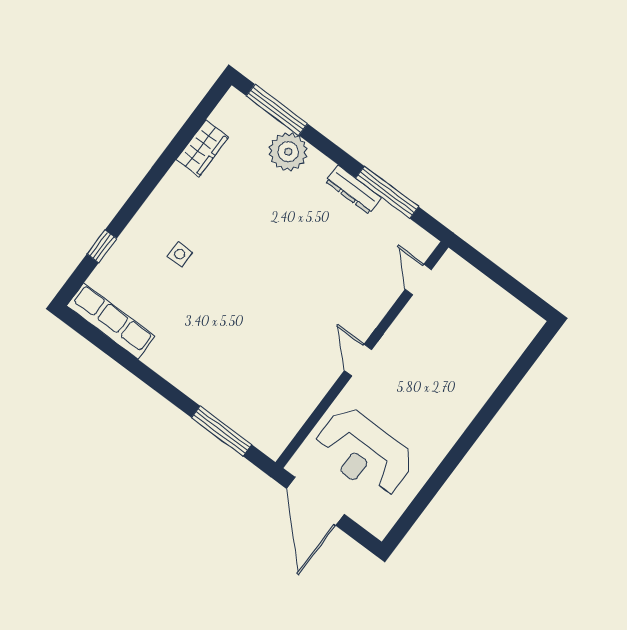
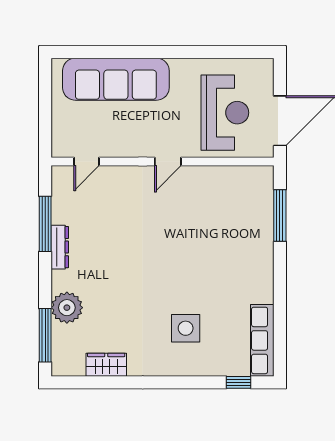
window: (102, 246) -> (238, 382), moved
side table: (180, 254) -> (186, 328), width x1.87, depth x1.87
sofa: (478, 370) -> (116, 79), added

